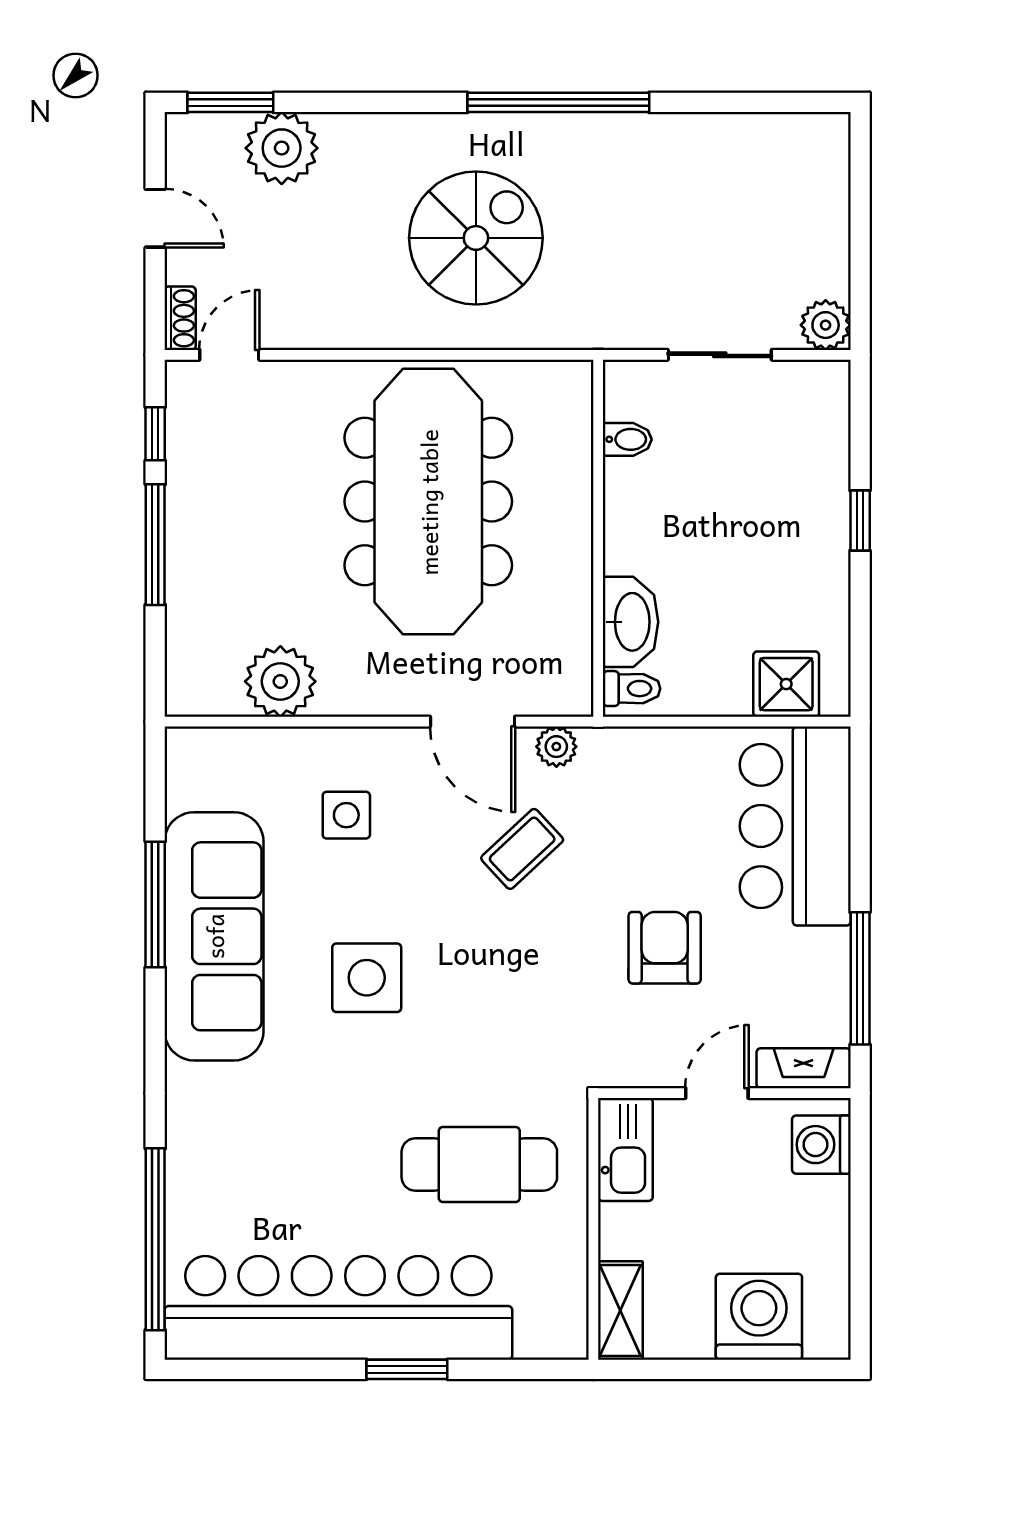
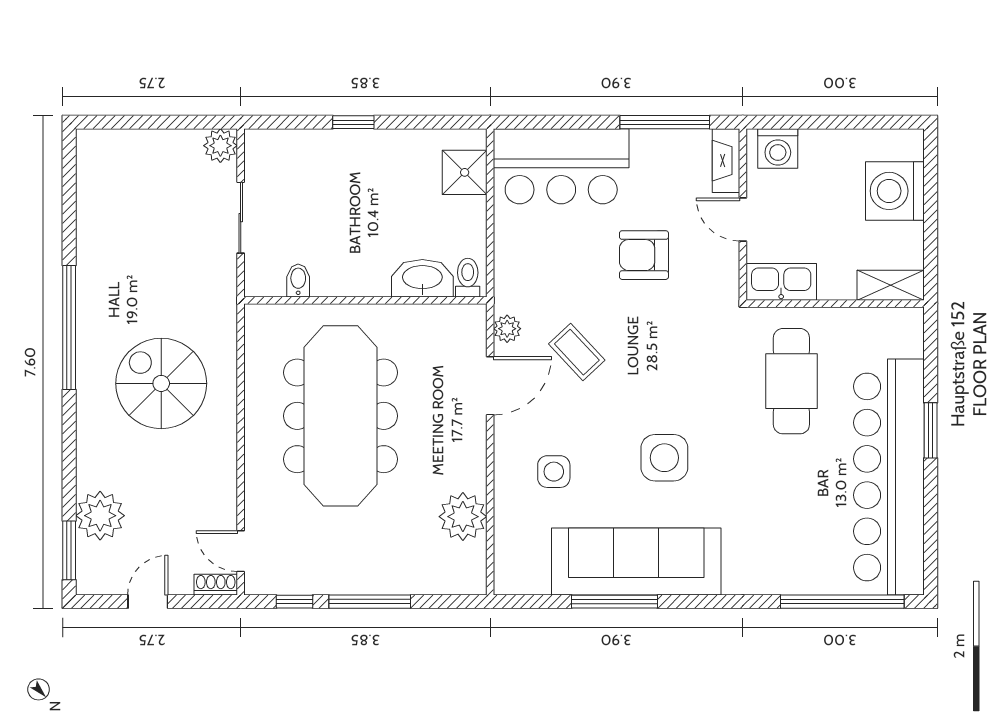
meeting table: (428, 502) -> (340, 416), turned 90

